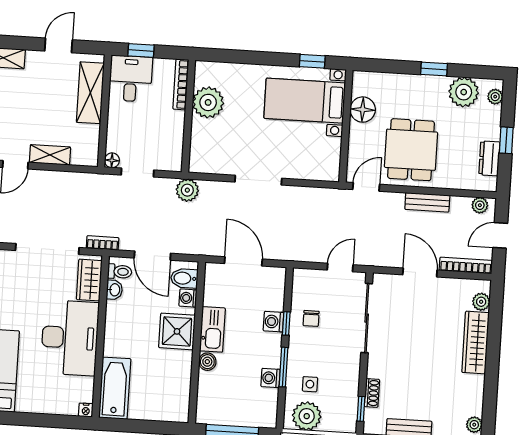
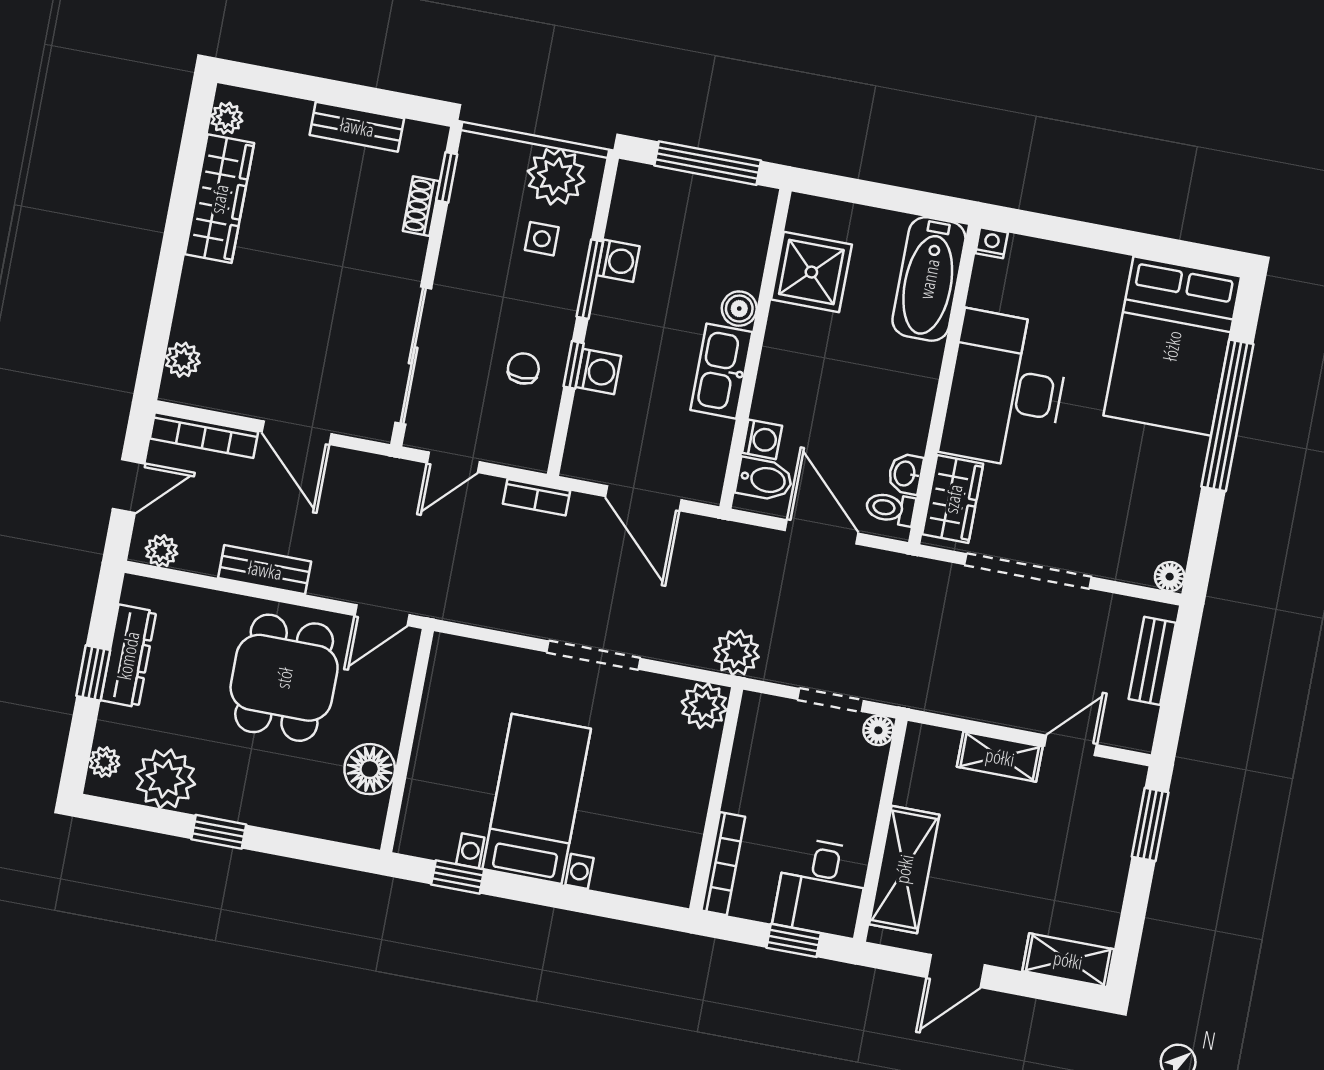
bed with nightstands: (305, 101) -> (537, 799), moved, turned -90
plant: (208, 102) -> (704, 706), moved, width x0.73, depth x0.73
dresser: (489, 158) -> (128, 656), width x1.44
bookcase: (103, 243) -> (536, 497), moved
shower: (177, 331) -> (811, 272), moved
wardrobe: (475, 343) -> (219, 199), moved

